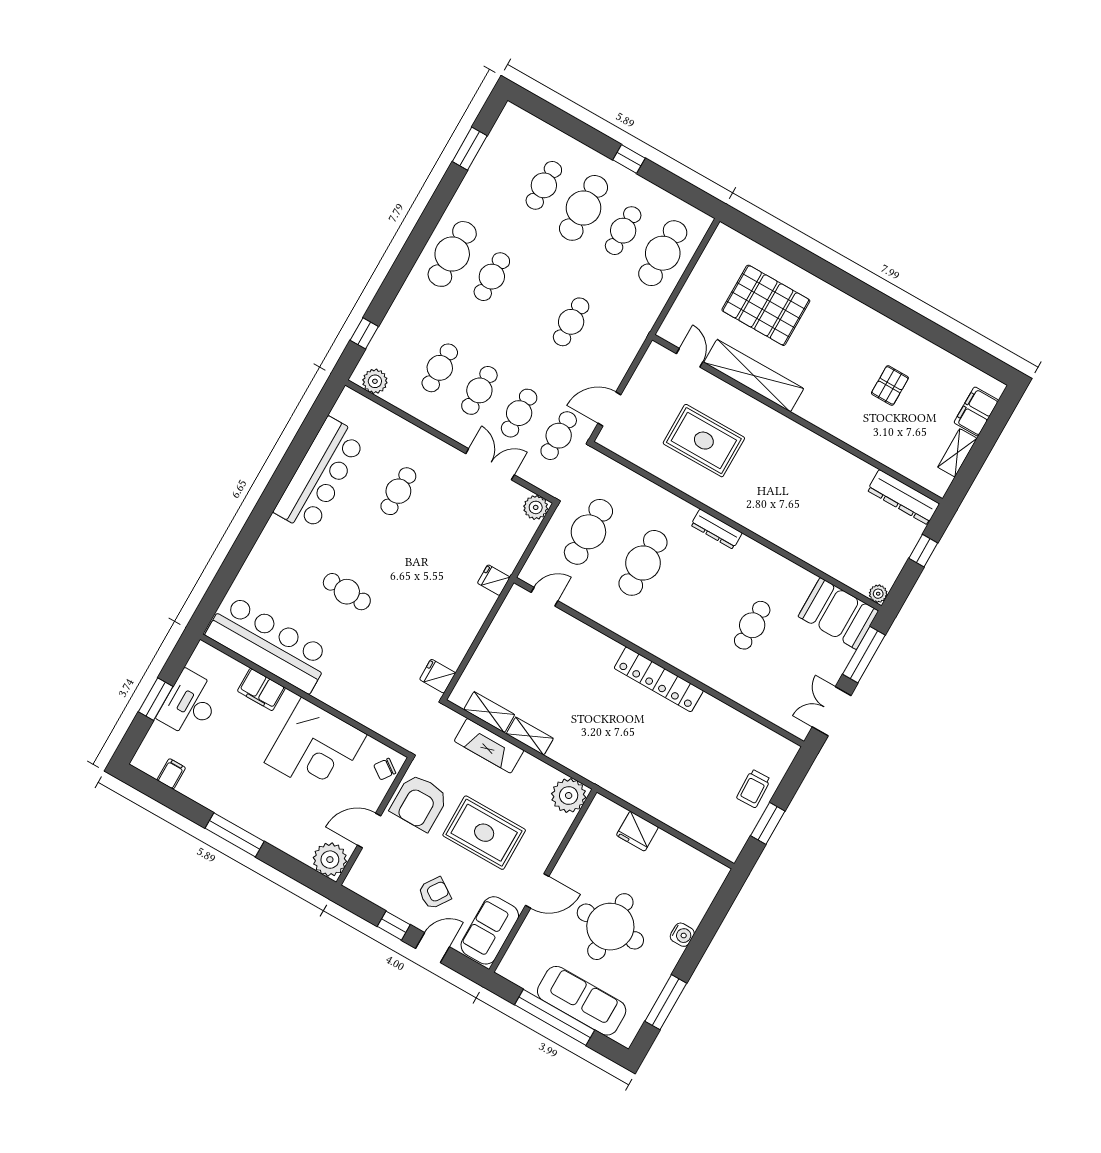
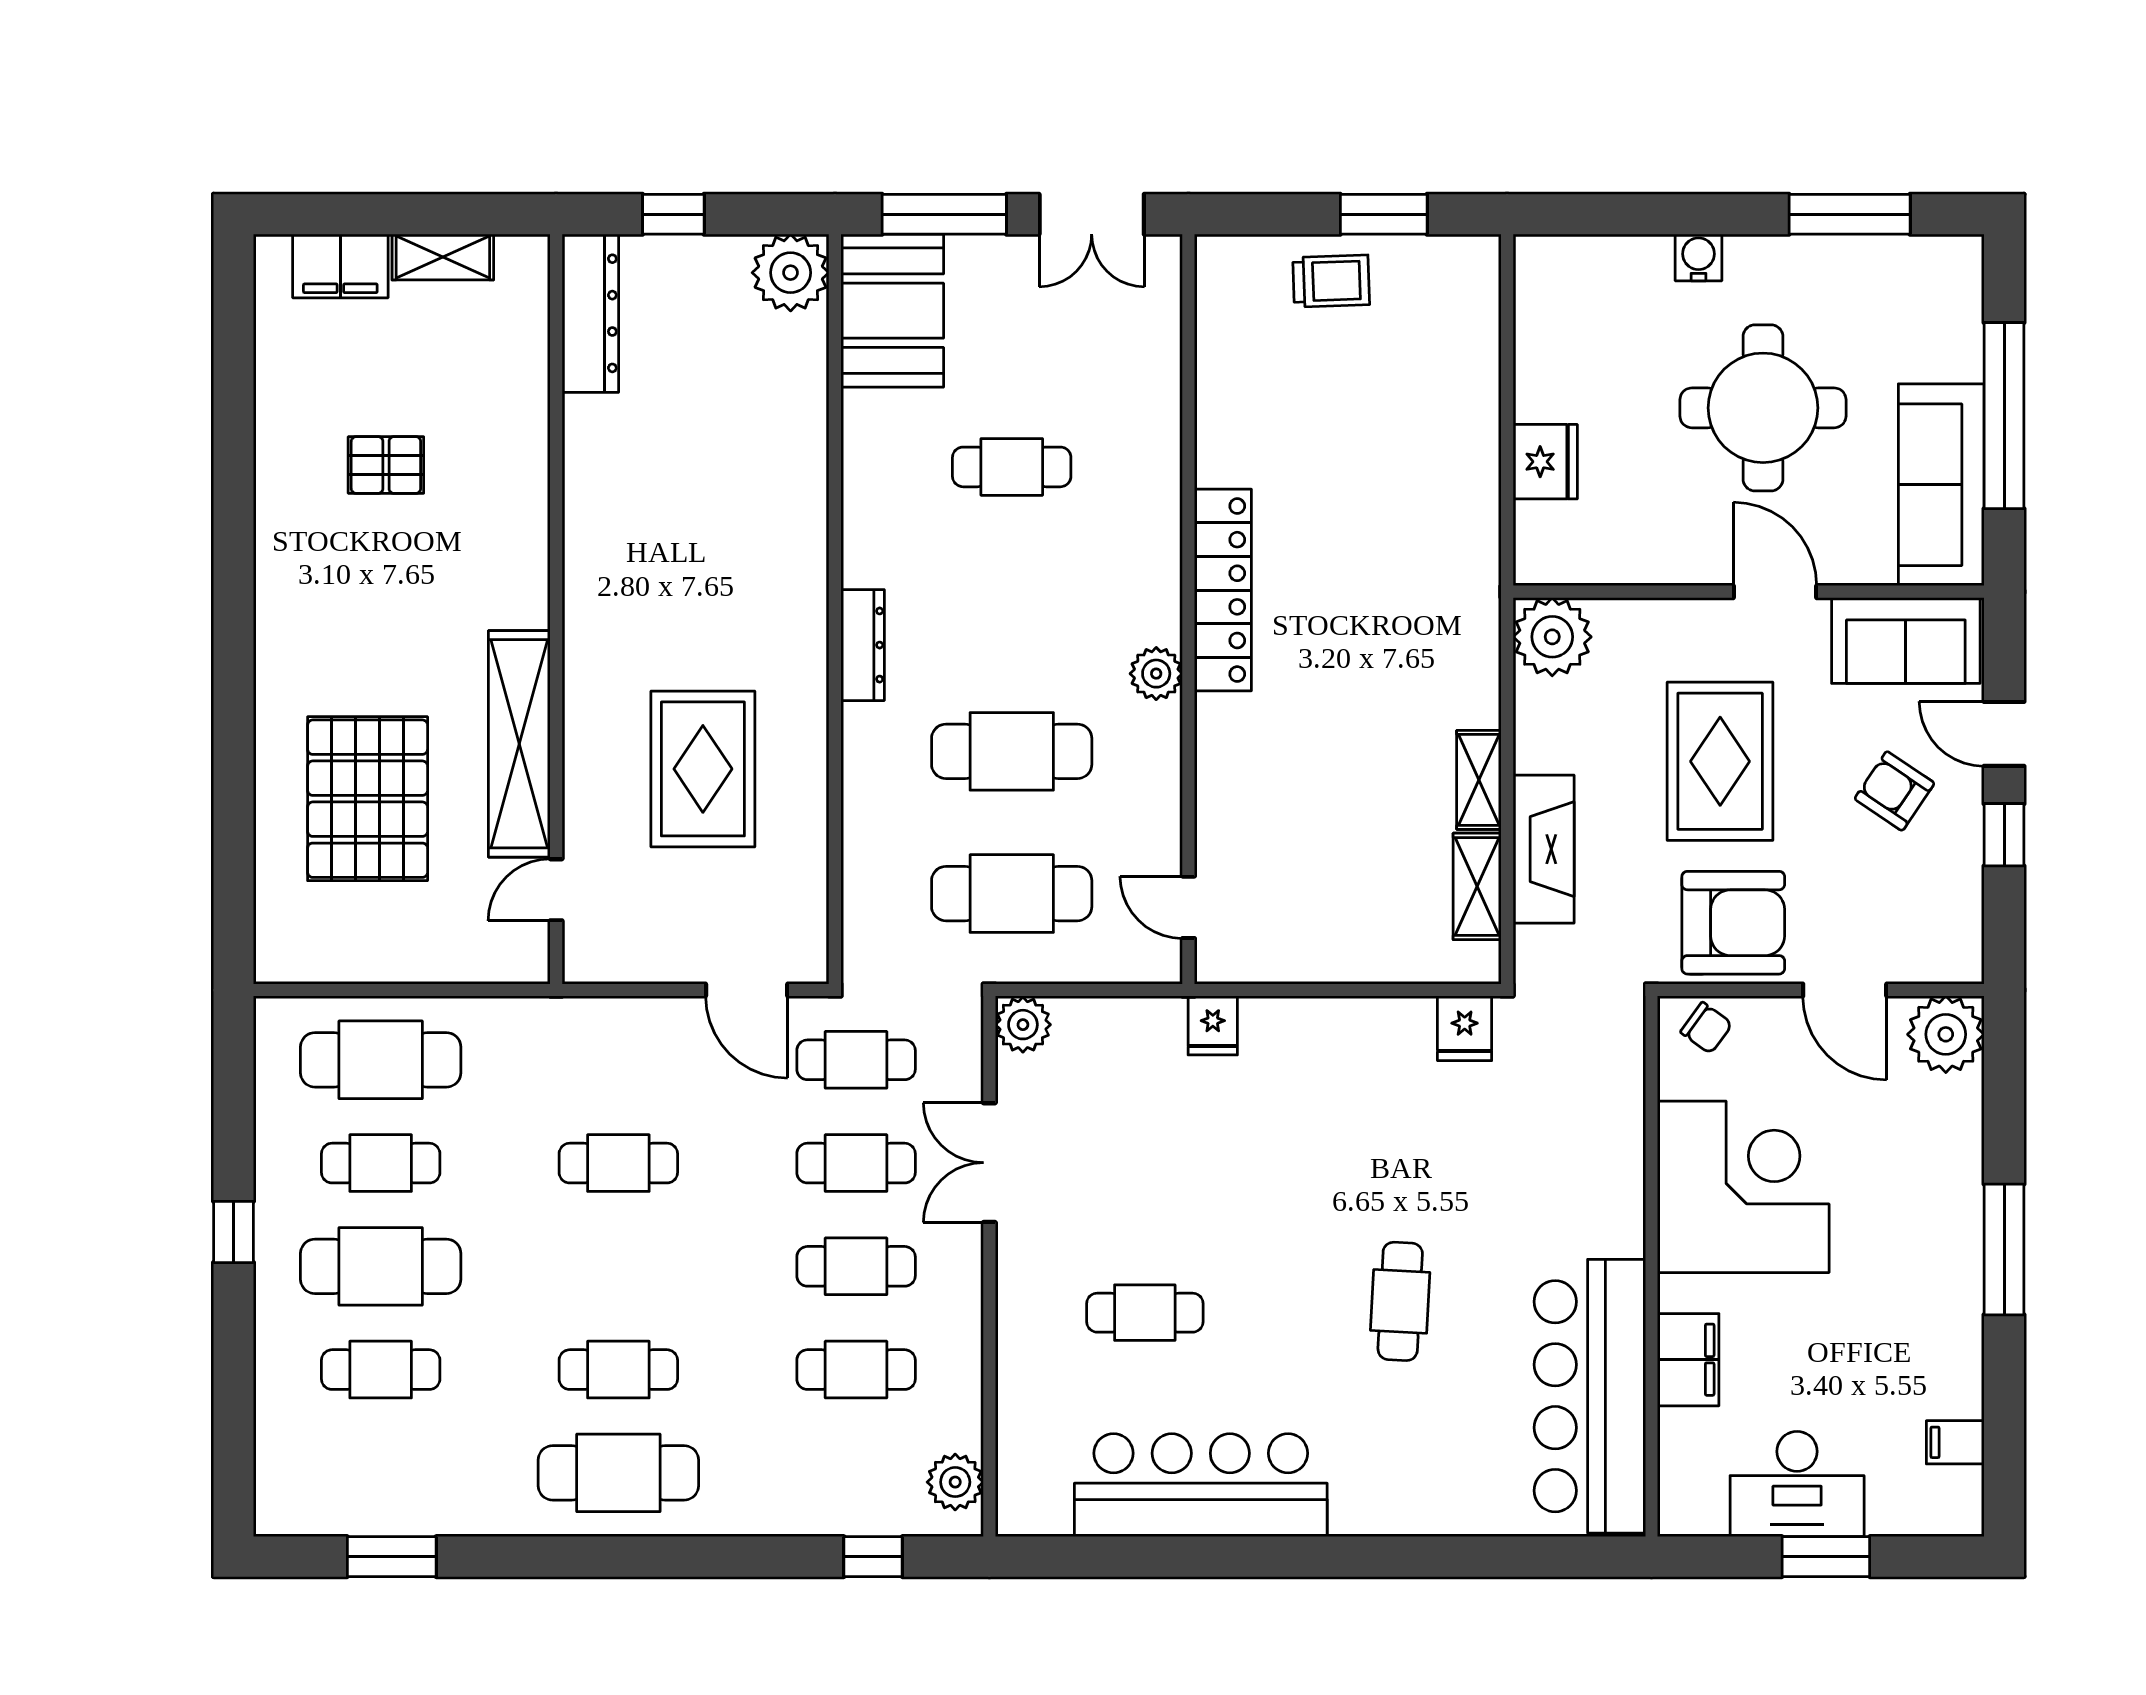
plant: (878, 594) -> (791, 273), width x1.88, depth x1.88
plant: (641, 635) -> (1156, 674), added
sofa: (582, 1001) -> (1941, 485), moved

